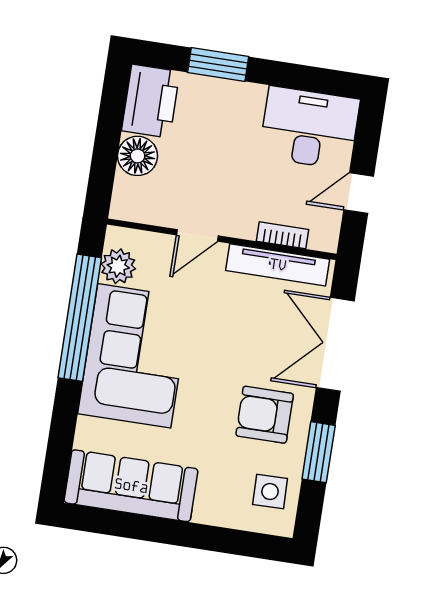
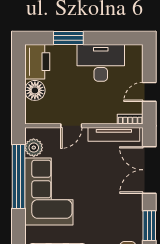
desk: (309, 128) -> (101, 63), moved
bookcase: (283, 235) -> (130, 119), moved
armchair: (265, 415) -> (119, 211), removed

